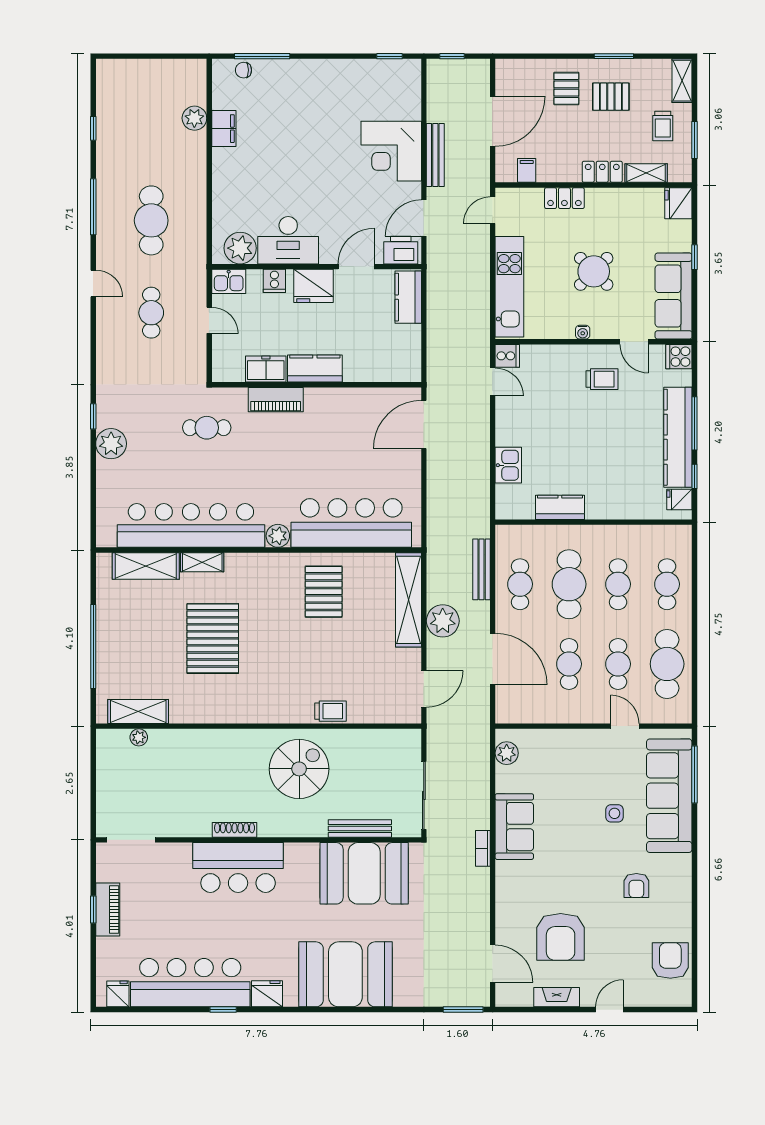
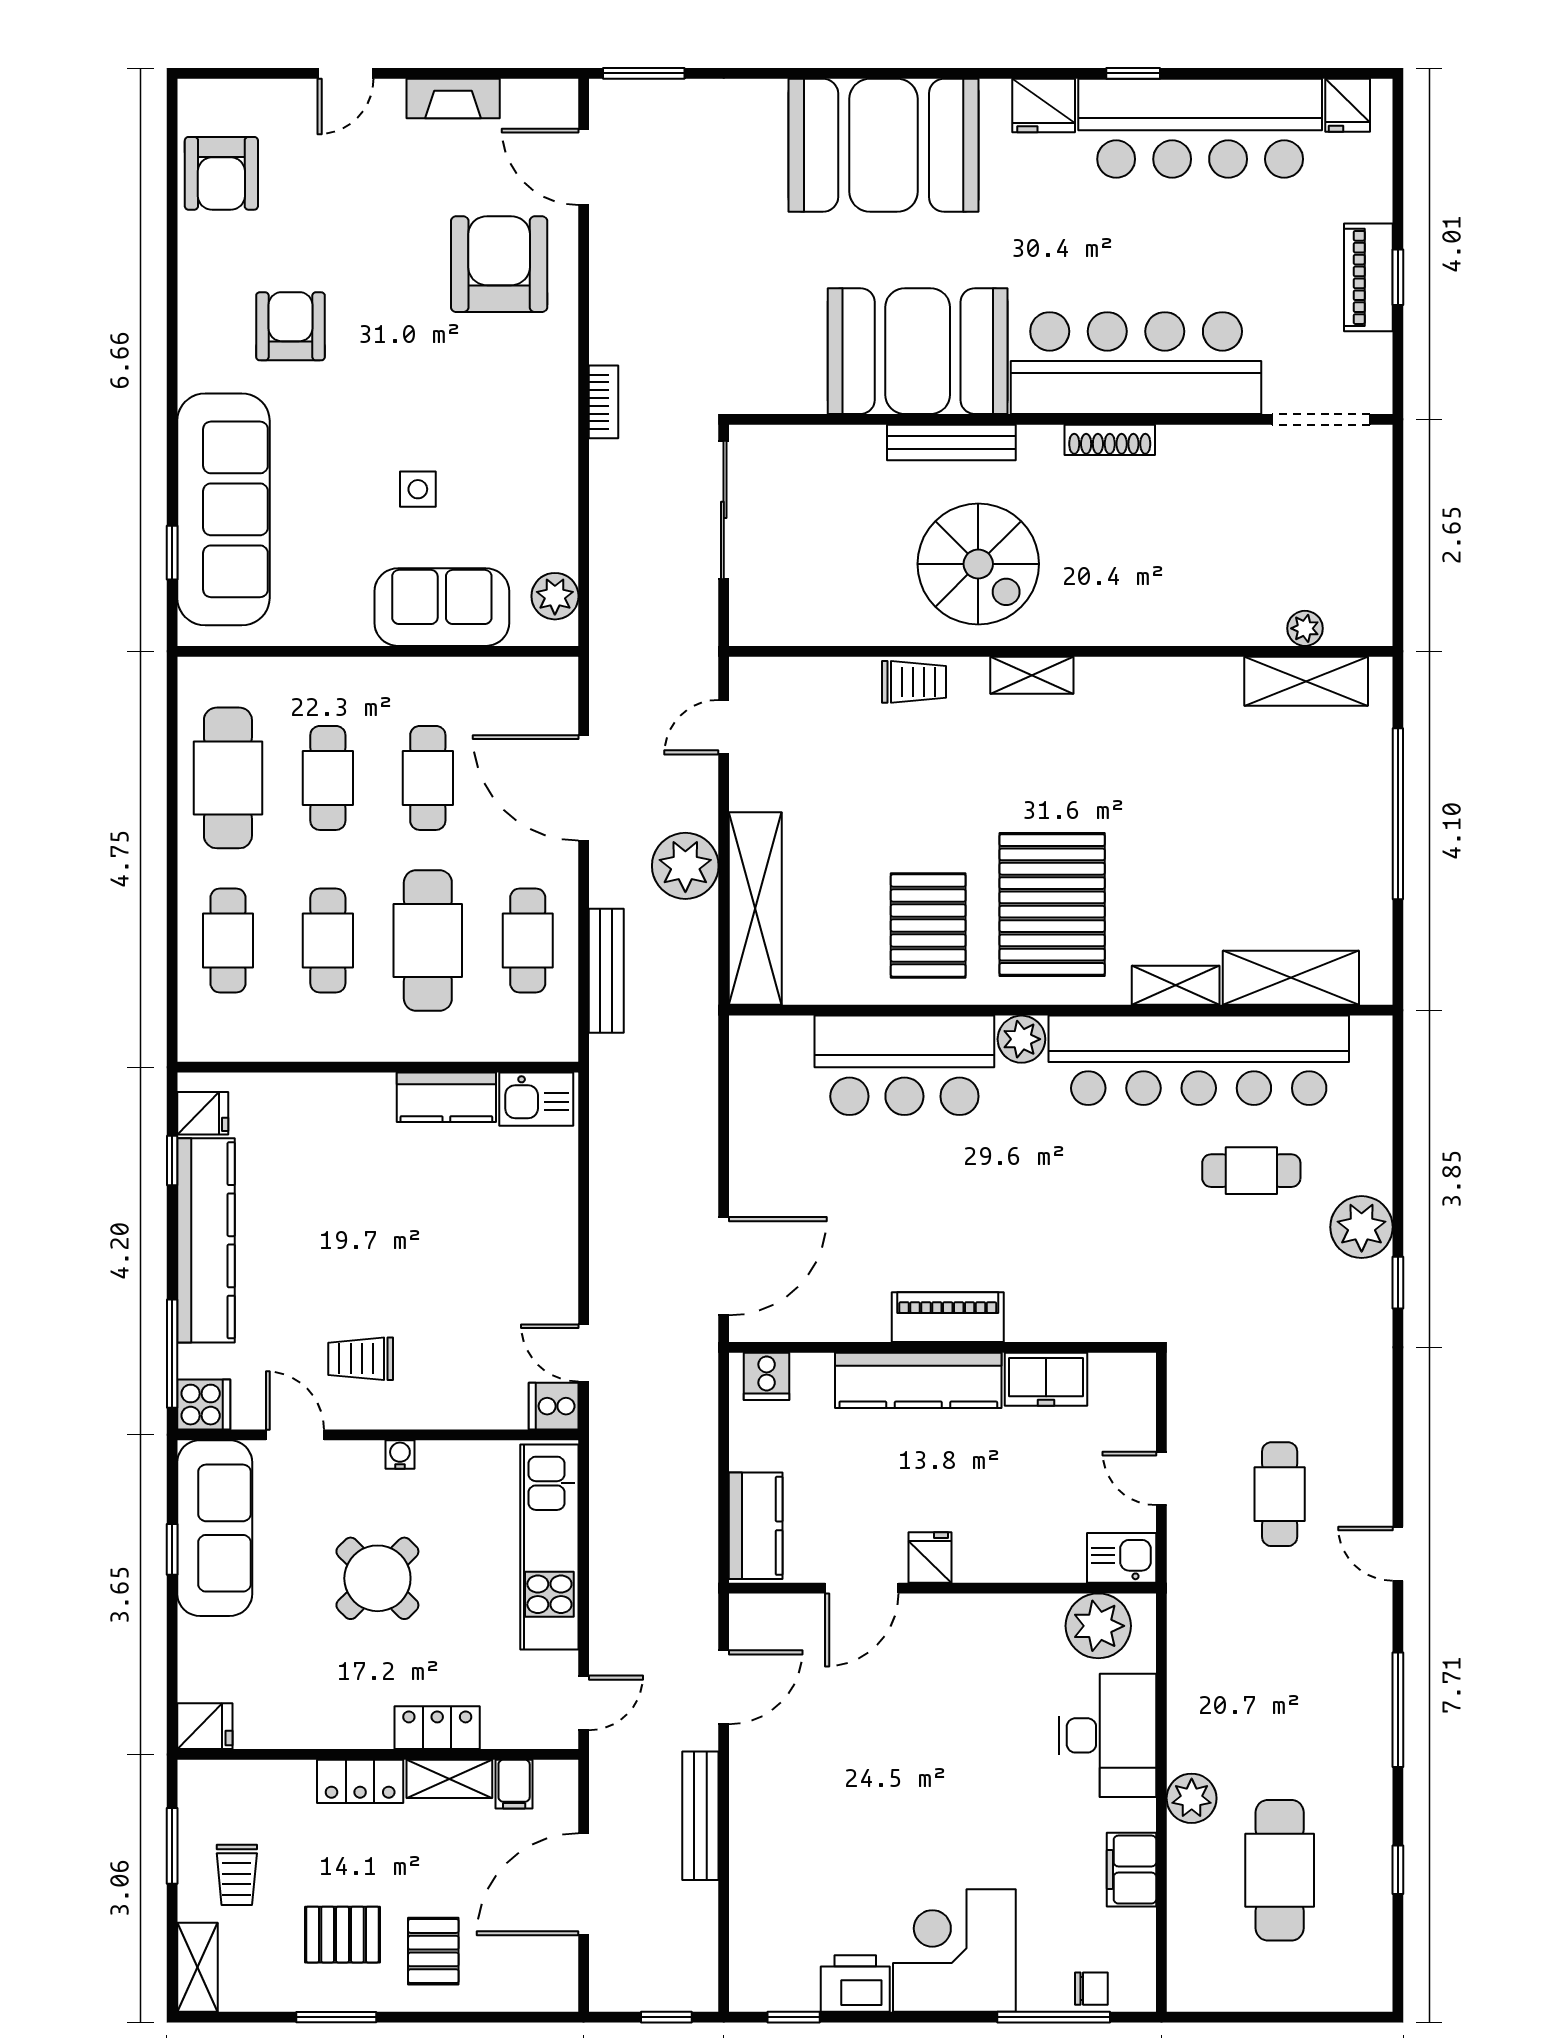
plant: (194, 118) -> (1192, 1798), moved
trolley: (663, 126) -> (237, 1875), turned 180
corner desk: (391, 151) -> (954, 1950), moved, turned -90
shelving: (646, 173) -> (449, 1779), moved
fridge: (678, 203) -> (205, 1726), width x0.72
cafe table: (151, 220) -> (1280, 1870), moved
desk: (288, 240) -> (1108, 1735), moved, turned 90
printer: (401, 250) -> (855, 1983), moved, turned 180
window: (694, 257) -> (172, 1549), moved
cooker: (274, 281) -> (767, 1376), moved, turned 180
fridge: (313, 286) -> (930, 1557), width x0.53, depth x0.75
kitchen counter: (315, 369) -> (918, 1380), width x1.50
piano: (276, 400) -> (948, 1317), moved
window: (694, 423) -> (172, 1354), moved
cafe table: (207, 428) -> (1251, 1171), moved
kitchen sink: (508, 465) -> (536, 1099), moved, turned -90
bar counter: (351, 523) -> (904, 1065), width x0.73
pallet: (213, 638) -> (1052, 905), moved
door: (424, 689) -> (724, 727), width x0.73
trolley: (331, 711) -> (914, 682), turned 180
shelving: (273, 714) -> (1032, 675), added
door: (625, 726) -> (314, 651), removed
spiral stairs: (299, 769) -> (978, 564), turned -90
window: (694, 775) -> (172, 553), width x0.46
side table: (614, 813) -> (418, 489), moved
sofa: (514, 827) -> (442, 607), moved, turned 90
bench: (360, 829) -> (951, 442), moved
bar counter: (238, 868) -> (1136, 363), width x1.36
booth: (364, 873) -> (918, 351), moved
armchair: (636, 886) -> (290, 326), width x1.38, depth x1.38
armchair: (561, 937) -> (499, 264), moved

